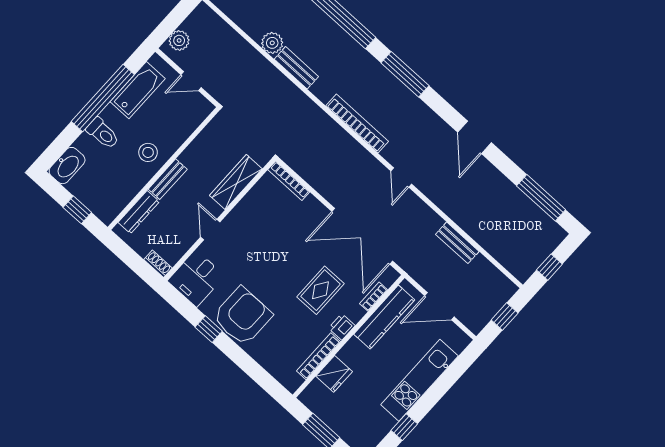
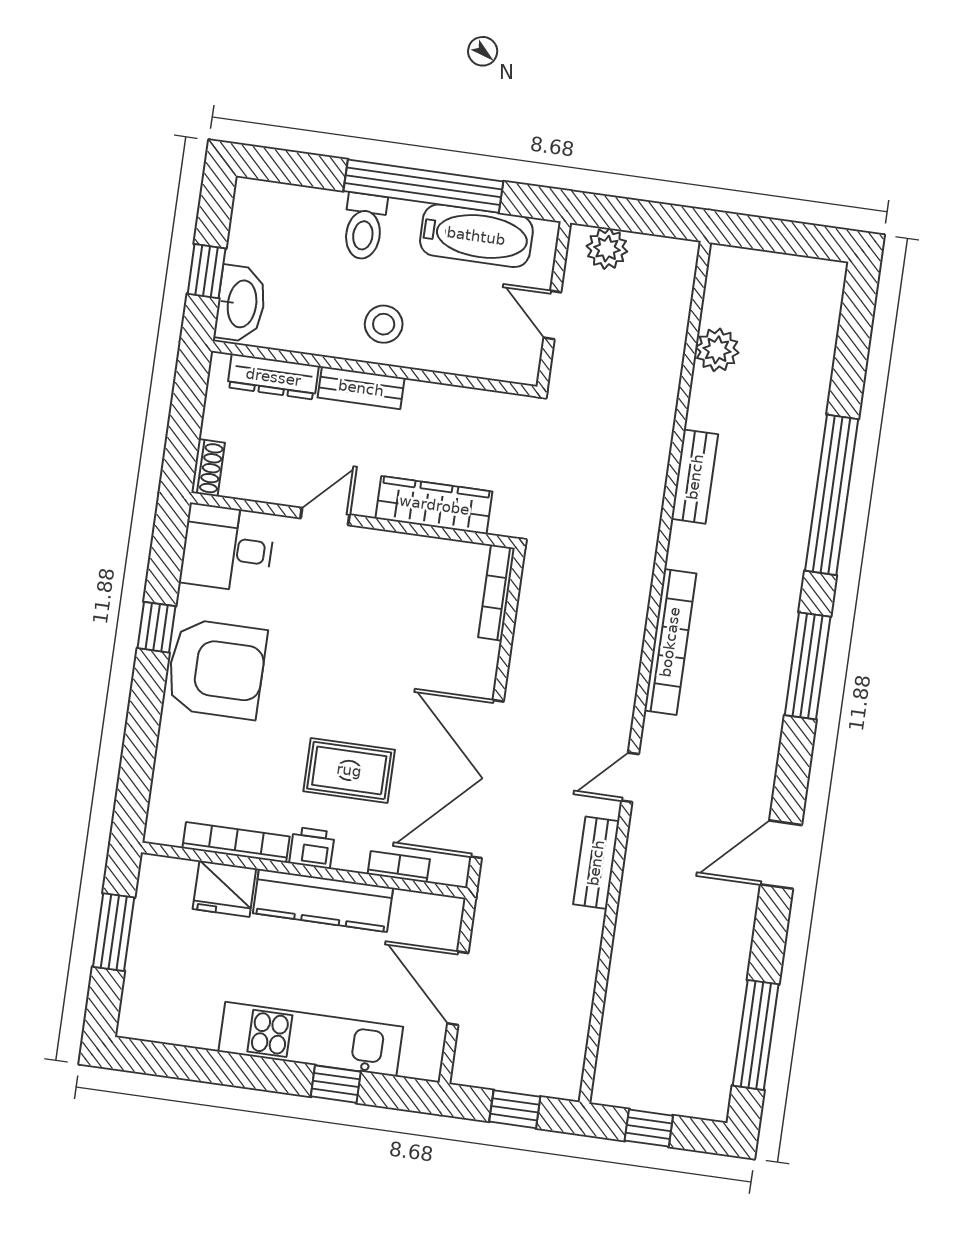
plant: (272, 43) -> (717, 350), moved
washbasin: (67, 166) -> (241, 304), moved, turned -90
bench: (457, 243) -> (596, 863), moved
kitchen counter: (384, 317) -> (323, 900), moved
window: (404, 427) -> (336, 1084), moved

